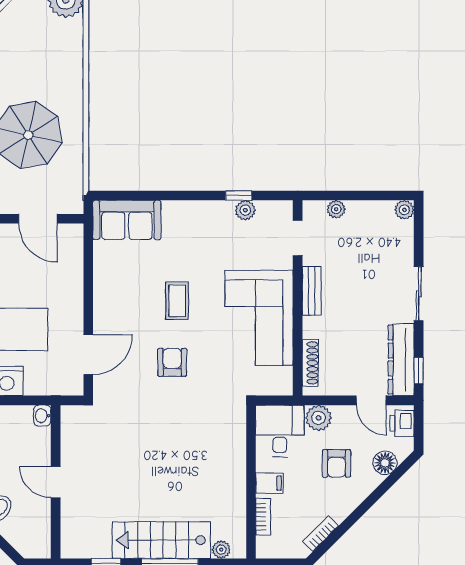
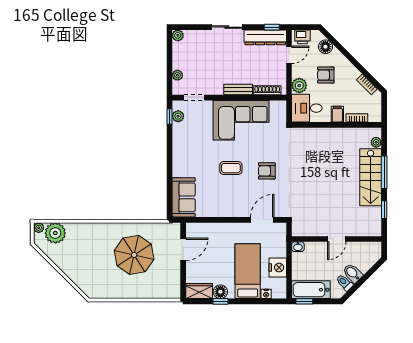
window: (239, 196) -> (169, 117), moved
plant: (245, 210) -> (178, 116), moved
bench: (312, 291) -> (238, 90), moved
door: (88, 354) -> (262, 220), hinge flipped
armchair: (337, 463) -> (326, 75), turned 180

